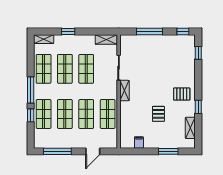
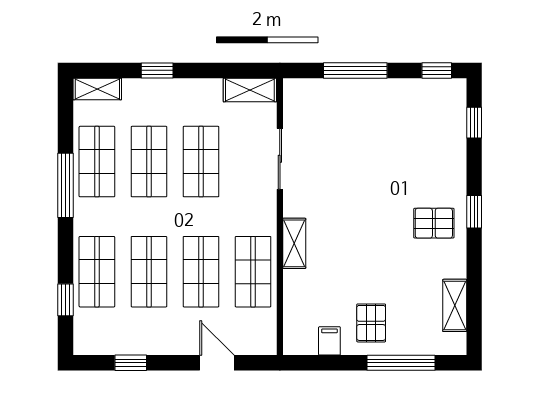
window: (31, 90) -> (65, 185), moved
shelving: (124, 91) -> (294, 243), moved
window: (198, 107) -> (474, 212), moved
pallet: (158, 114) -> (371, 323), moved
window: (31, 115) -> (65, 300), moved
window: (57, 151) -> (131, 363), width x0.46
door: (93, 151) -> (217, 363), swing flipped
window: (168, 151) -> (401, 363), width x1.44

